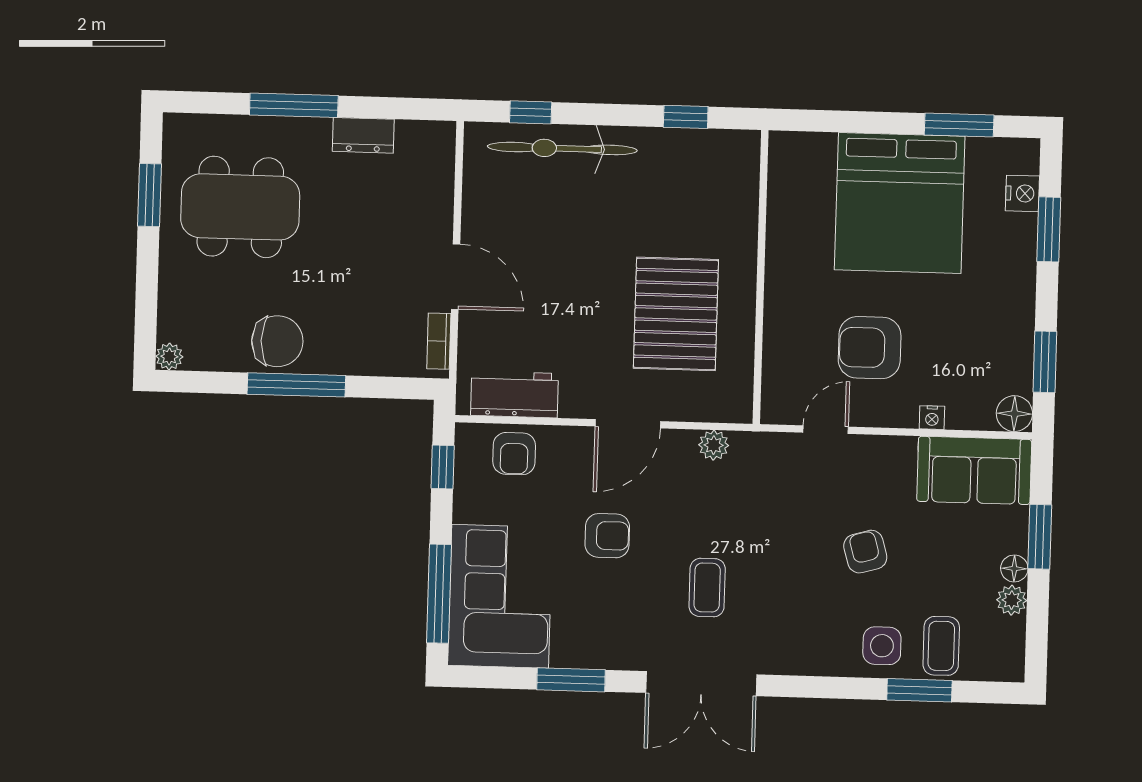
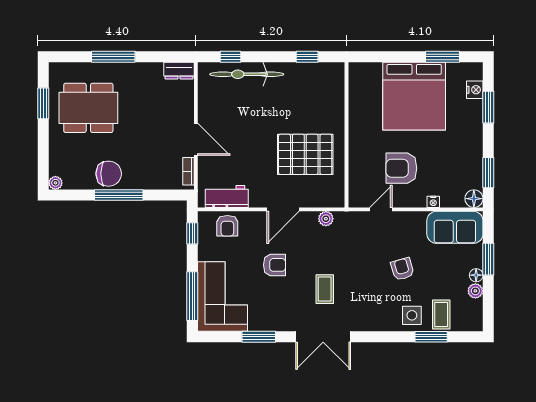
dresser: (363, 135) -> (179, 71), moved
pallet: (676, 314) -> (305, 154), turned 90

